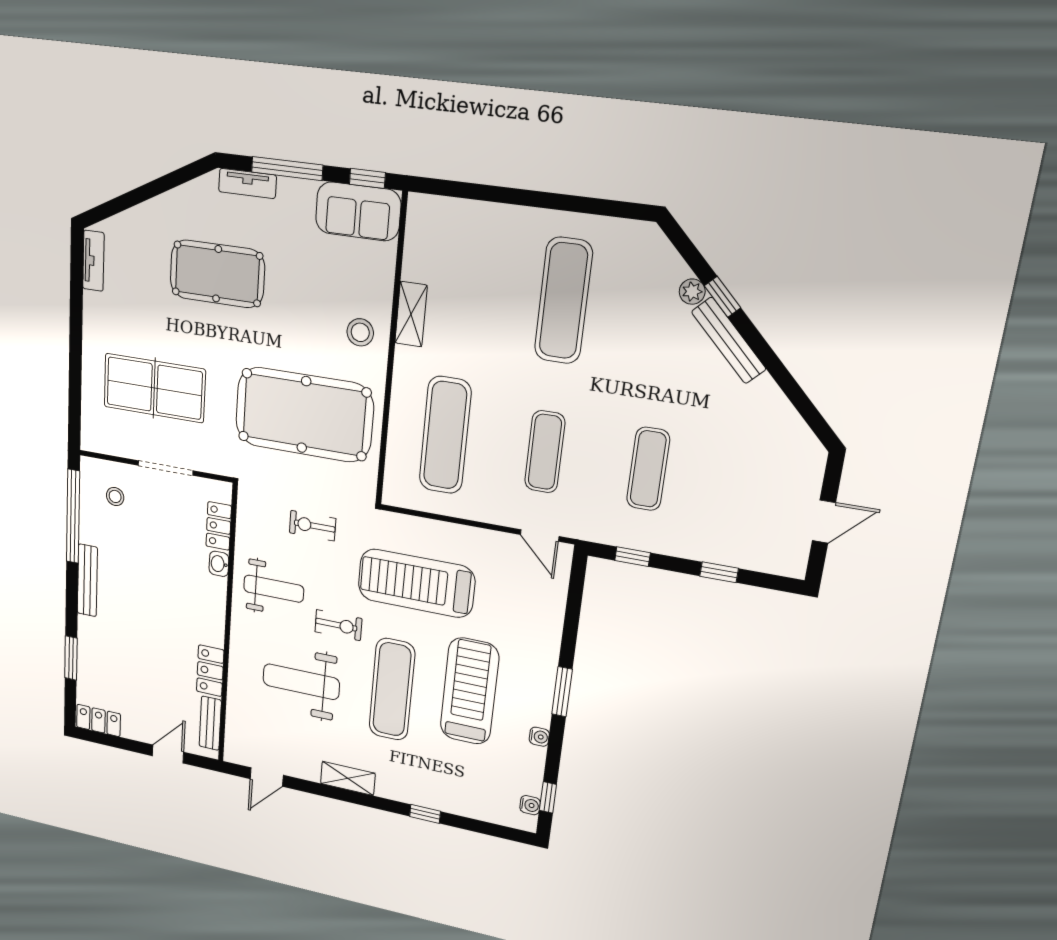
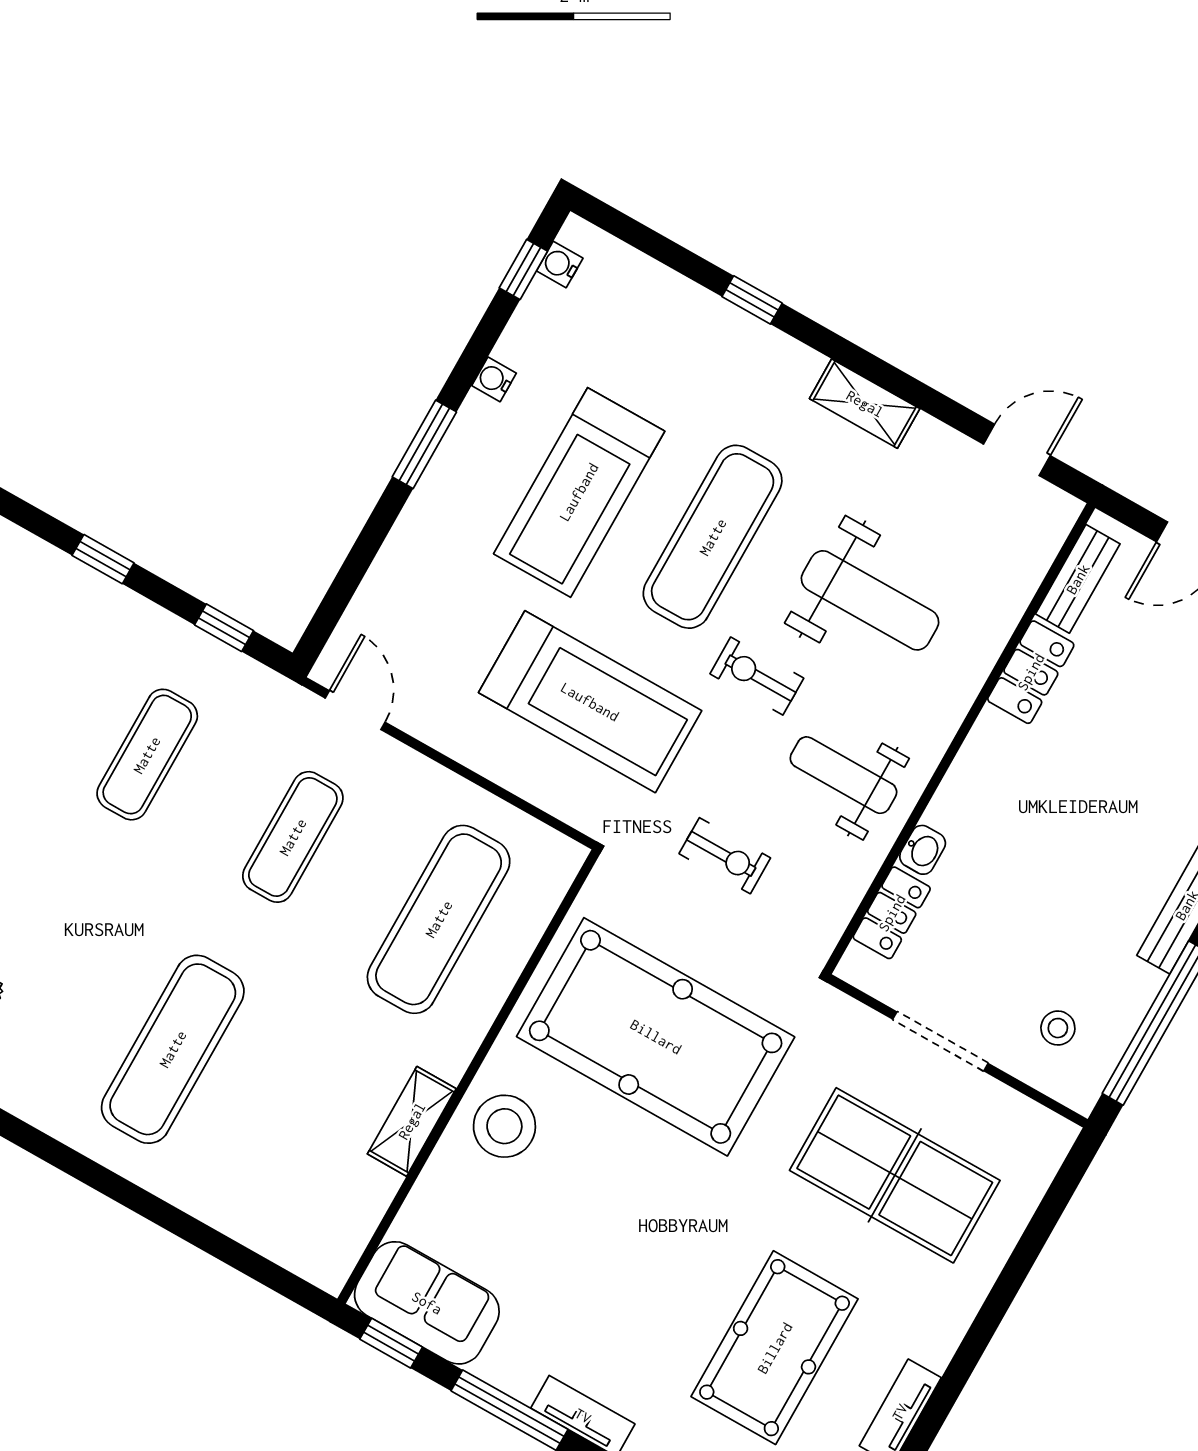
pool table: (217, 274) -> (775, 1348), moved, turned 90
stool: (360, 332) -> (504, 1126), width x1.38, depth x1.38

